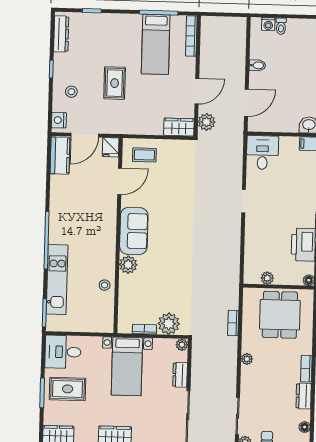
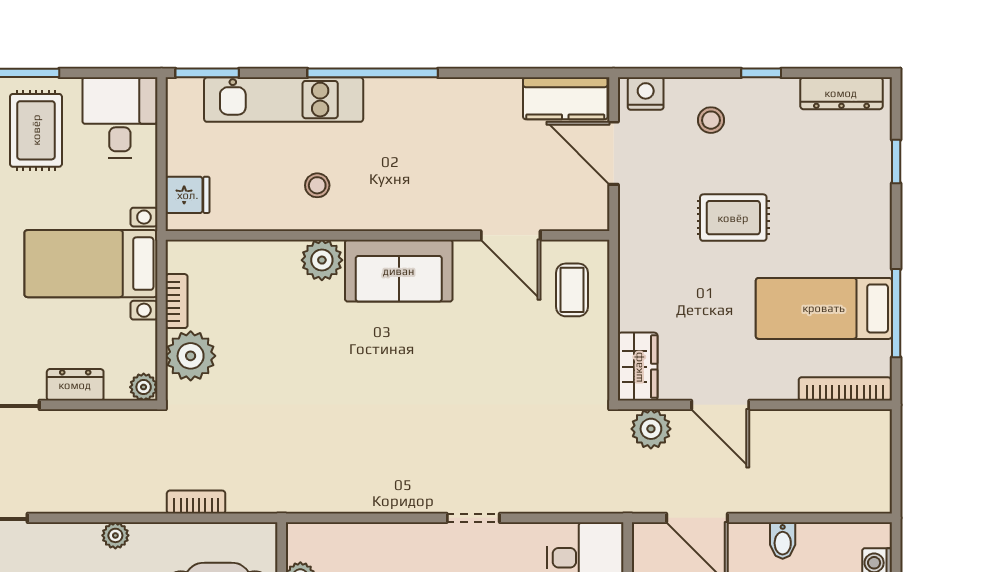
fridge: (111, 147) -> (188, 195), moved, turned 180
stool: (105, 285) -> (317, 185), moved

